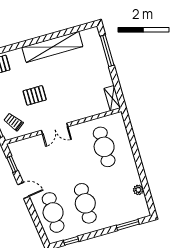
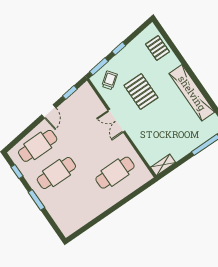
pallet: (35, 95) -> (141, 92), width x1.50, depth x1.42
plant: (138, 190) -> (86, 218), removed
window: (128, 225) -> (36, 200), moved

